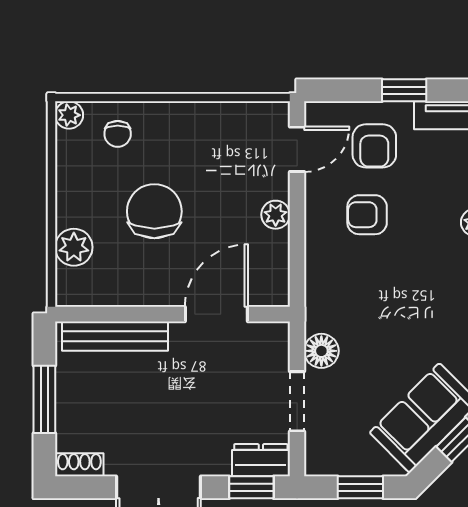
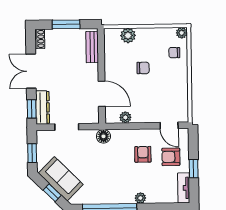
chair: (154, 211) -> (143, 68), width x0.54, depth x0.54
plant: (276, 215) -> (125, 117), moved
bench: (115, 336) -> (92, 47), width x0.73
floor lamp: (321, 351) -> (103, 136), moved
dresser: (261, 460) -> (43, 107), width x1.44

